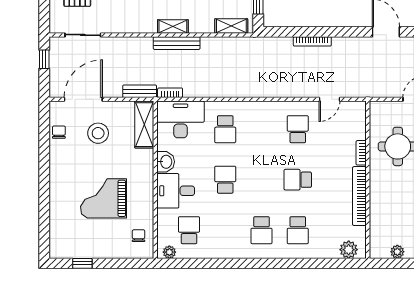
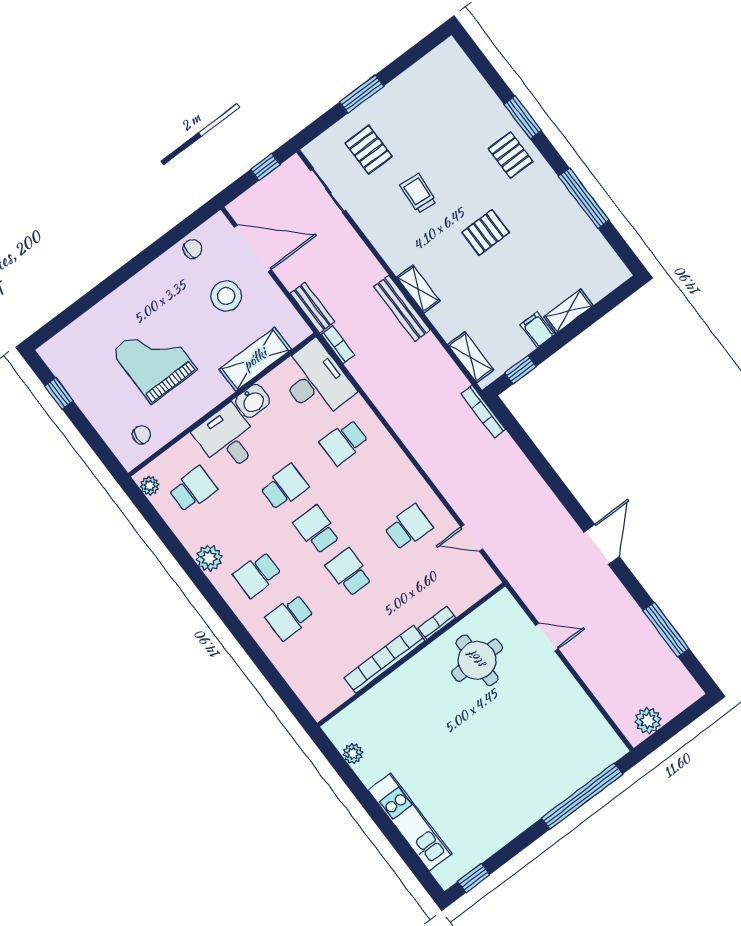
bookcase: (312, 41) -> (483, 411), moved
shelving: (144, 125) -> (255, 359), moved
school desk: (261, 180) -> (317, 530), added
plant: (349, 250) -> (209, 558), moved

